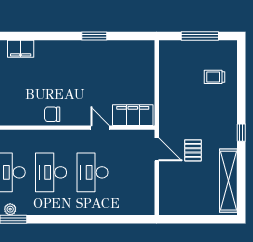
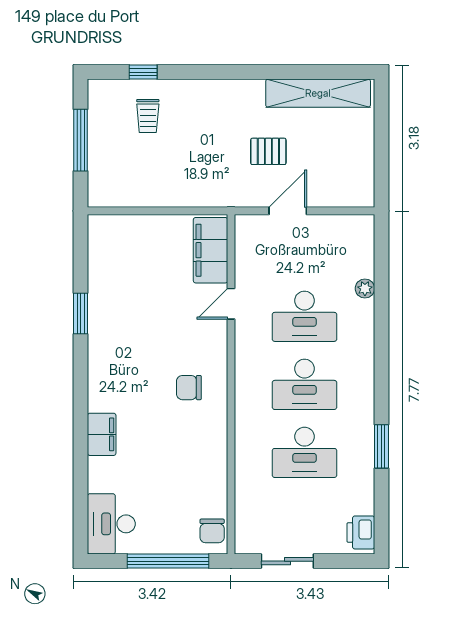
chair: (52, 114) -> (189, 388), moved, turned 90
window: (241, 133) -> (143, 72), moved
door: (157, 149) -> (288, 211), moved
plant: (10, 209) -> (365, 288), moved

